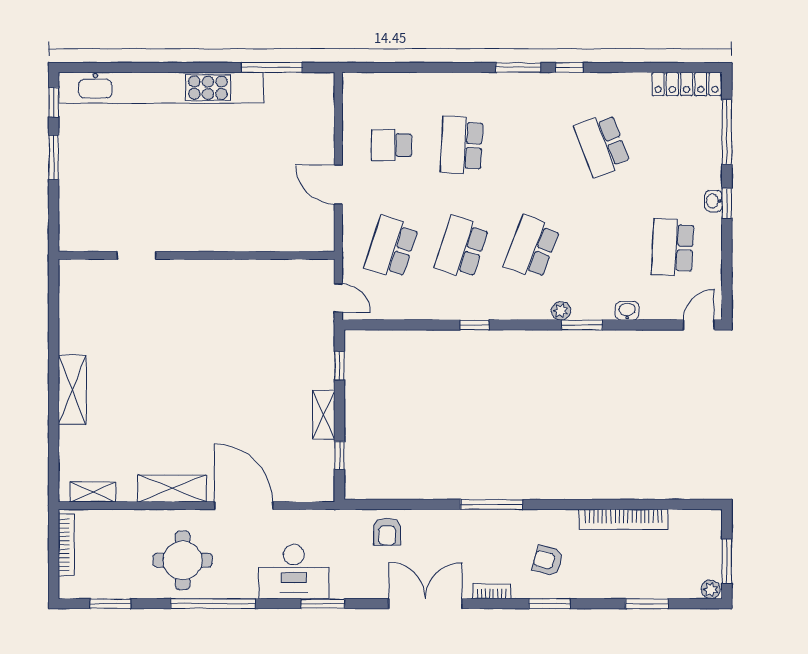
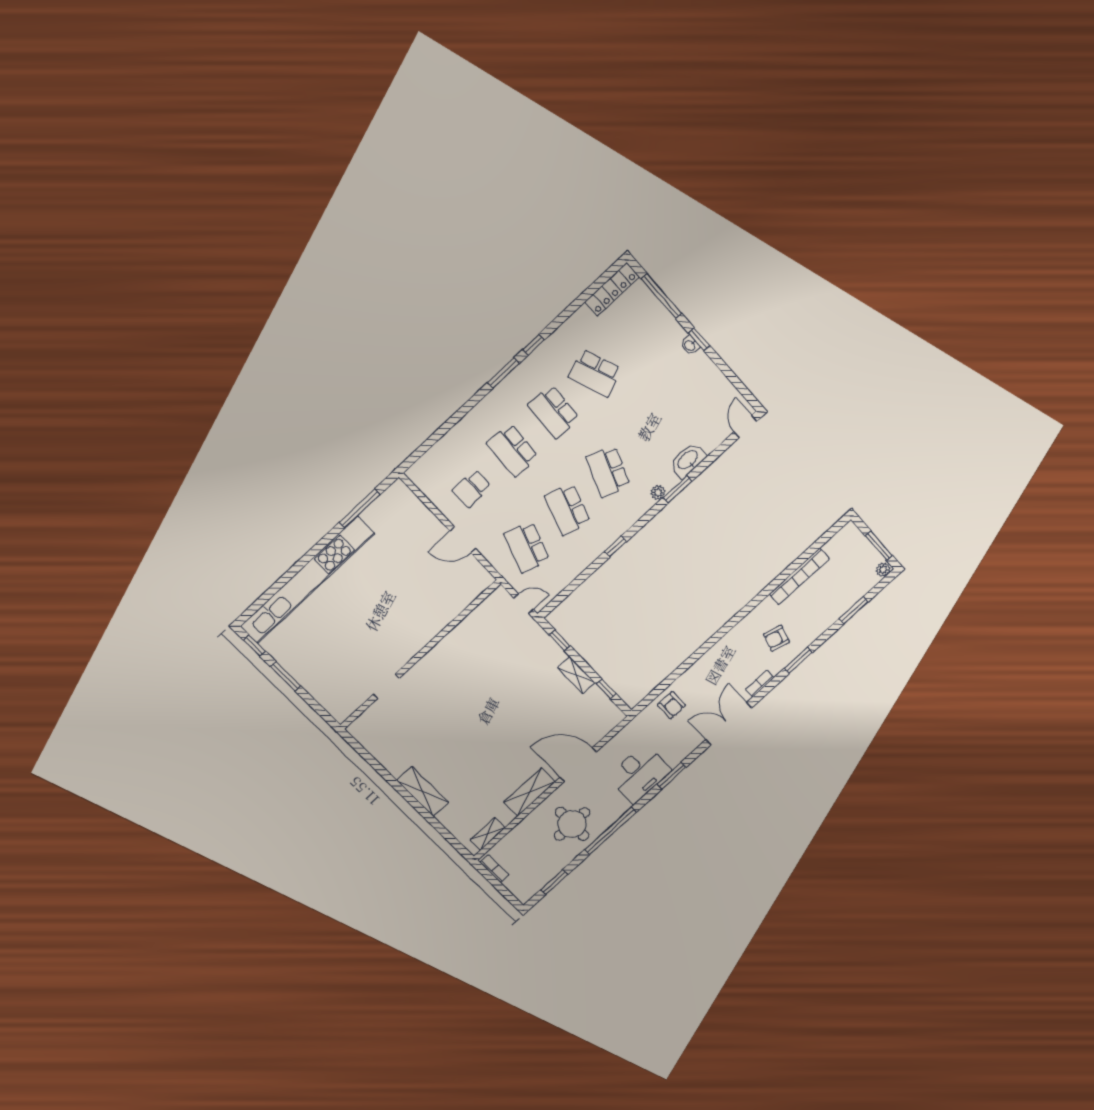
school desk: (673, 247) -> (554, 412), moved
washbasin: (627, 311) -> (688, 460), width x1.91, depth x1.45
window: (492, 504) -> (717, 637), removed
bookcase: (66, 545) -> (494, 869), width x0.64

